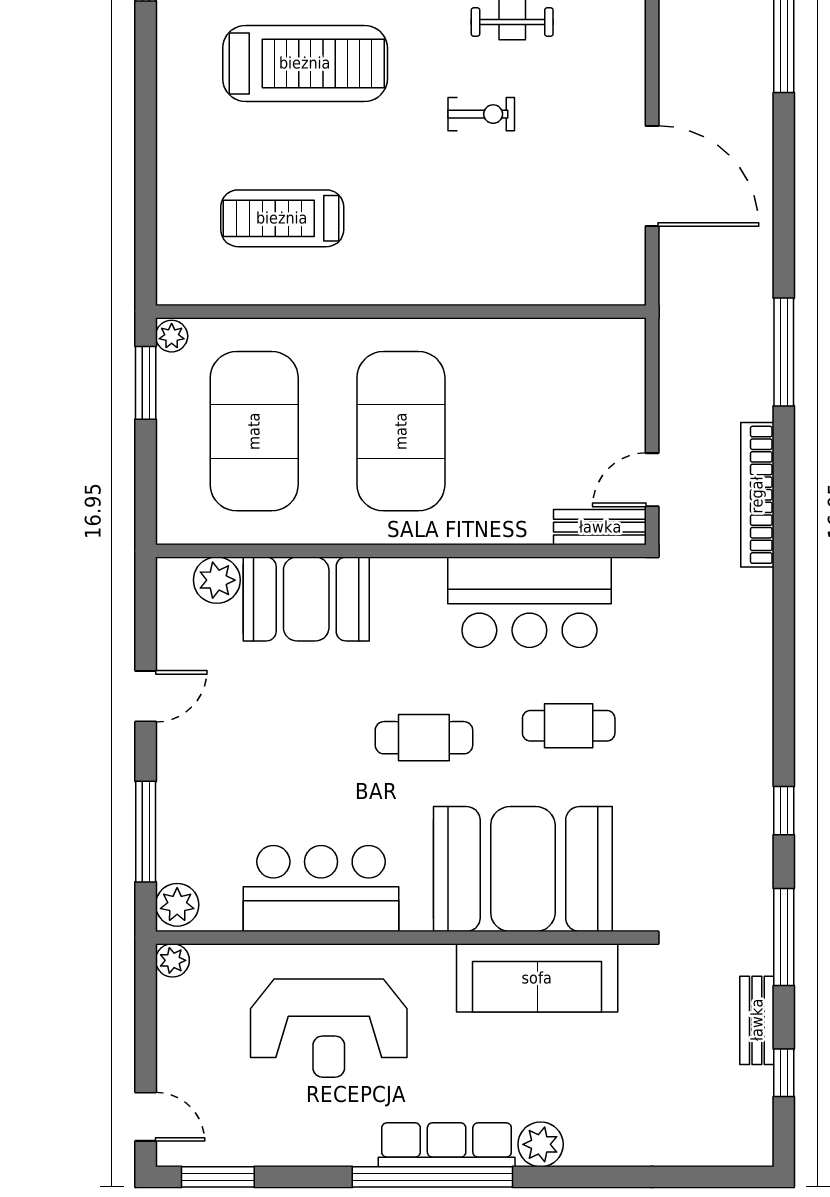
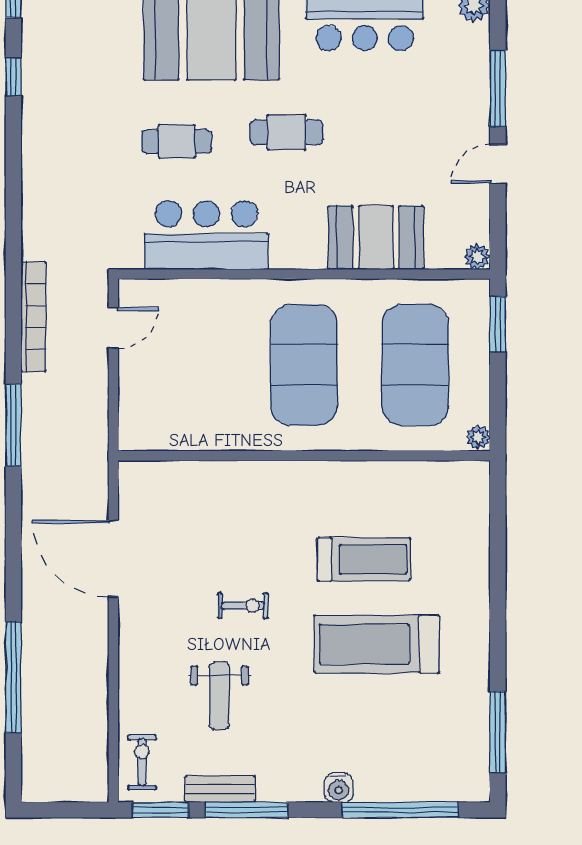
exercise bike: (481, 114) -> (243, 606), turned 180
treadmill: (282, 218) -> (364, 559), moved
window: (146, 383) -> (498, 324), moved
bench: (600, 527) -> (153, 292), removed
plant: (217, 580) -> (477, 257), moved, width x0.73, depth x0.73
window: (146, 832) -> (498, 88), moved

